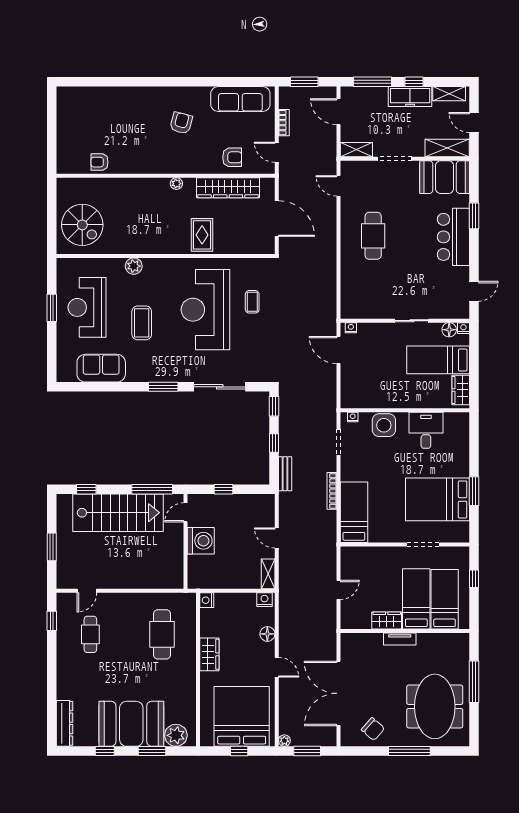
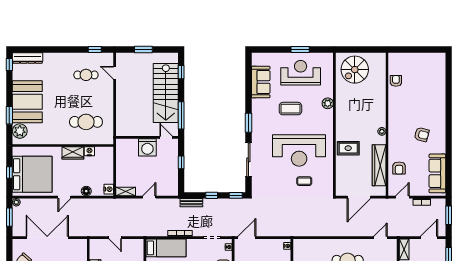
reception desk: (205, 310) -> (299, 150), turned 180
door: (338, 350) -> (247, 238), moved
nightstand: (207, 600) -> (89, 151), moved
window: (105, 751) -> (9, 64), moved

